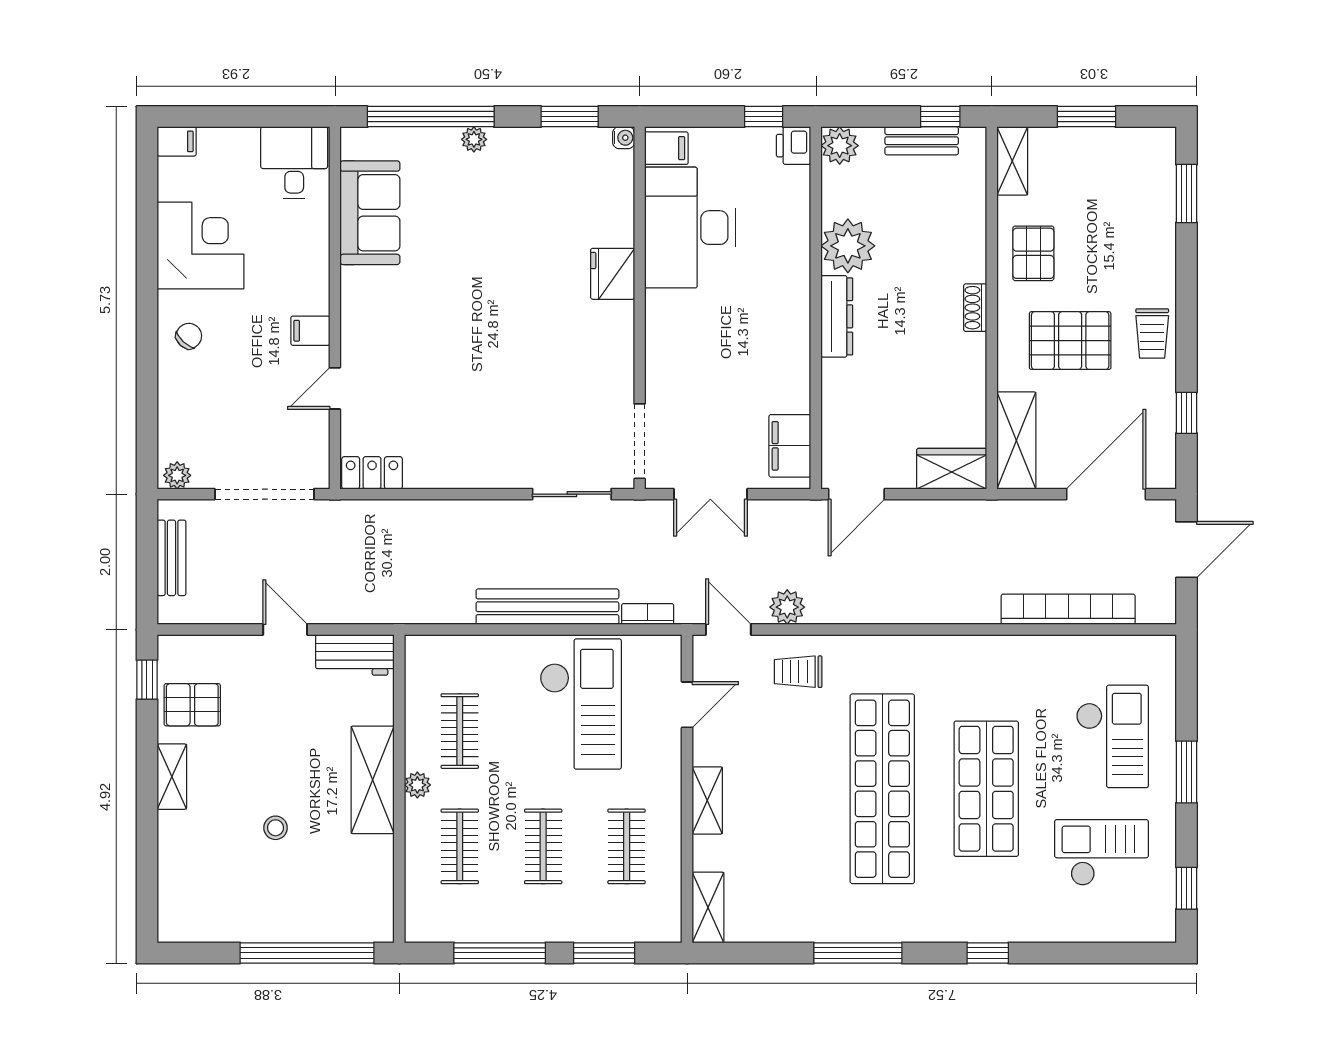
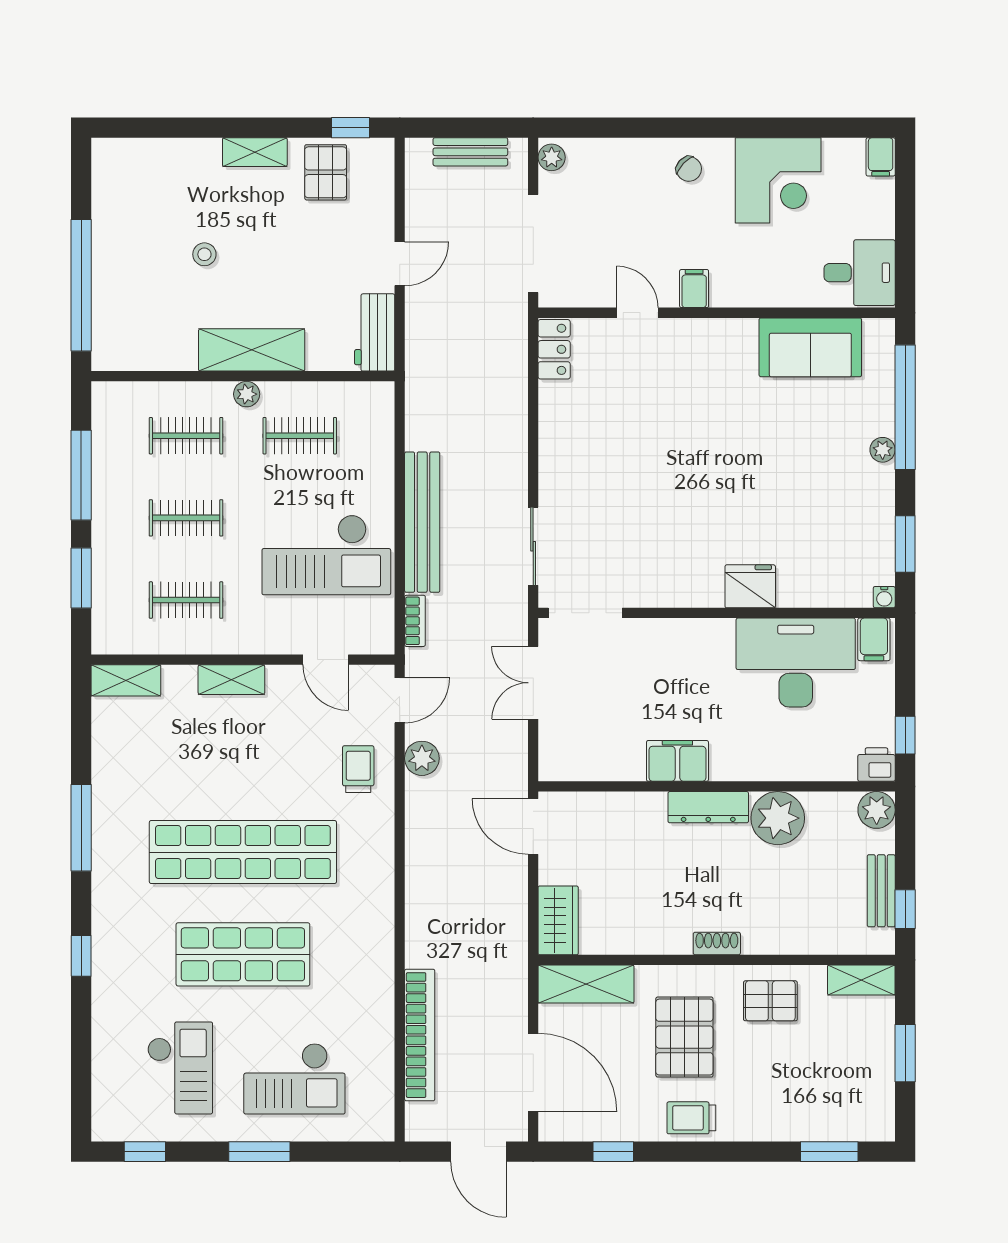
filing cabinet: (790, 446) -> (677, 761), moved

